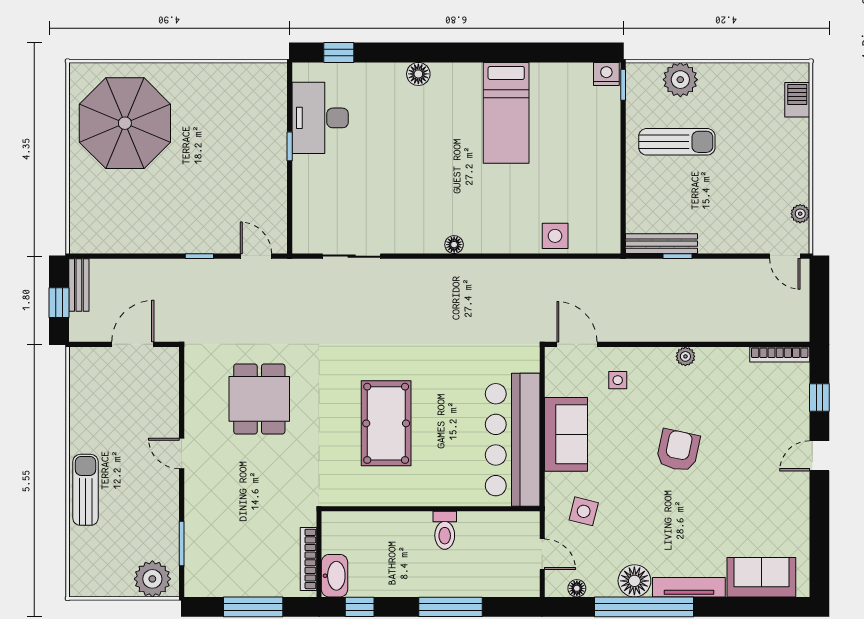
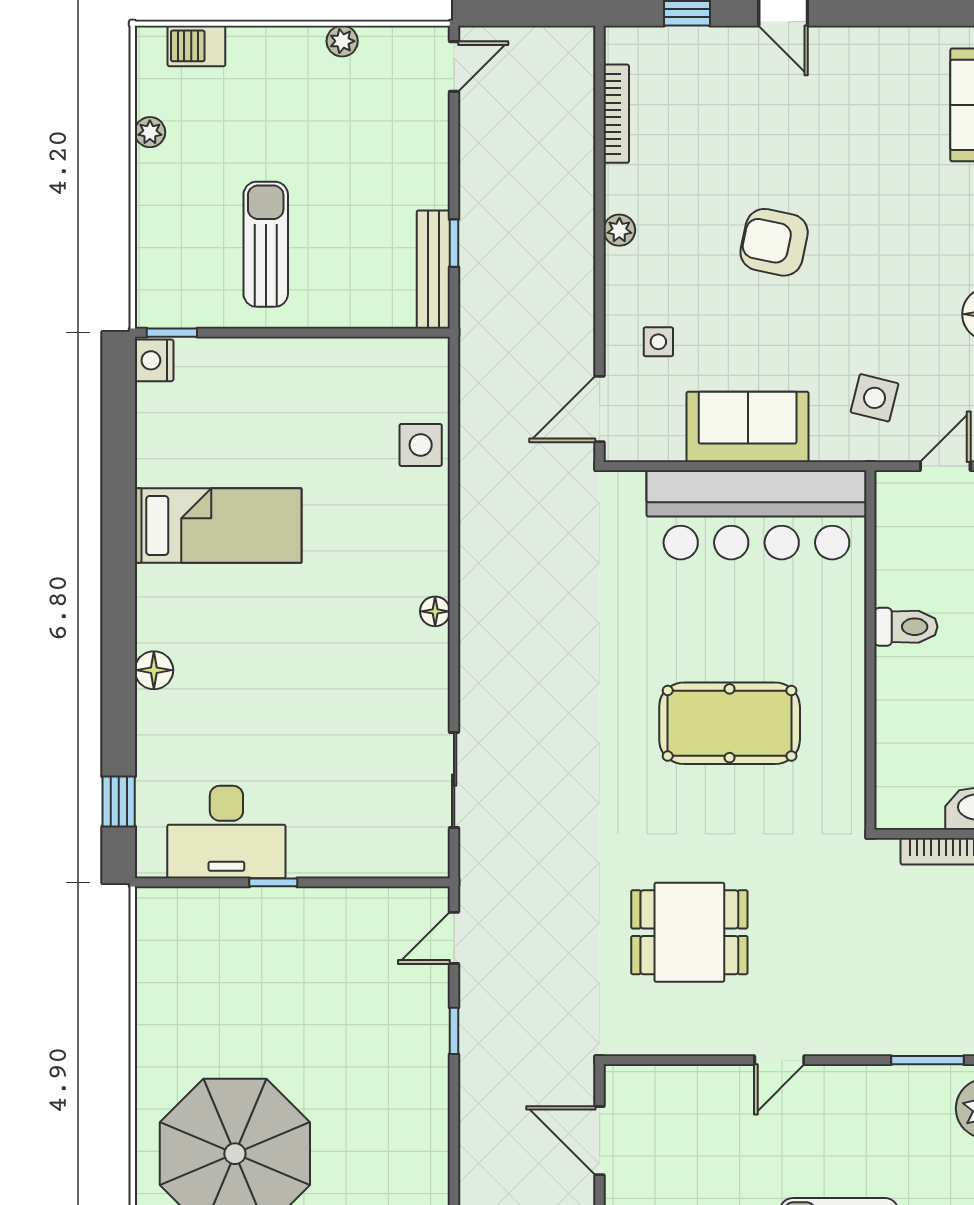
plant: (680, 80) -> (150, 132), moved, width x0.53, depth x0.53
plant: (800, 214) -> (342, 41), moved
bookcase: (780, 355) -> (616, 114), moved

